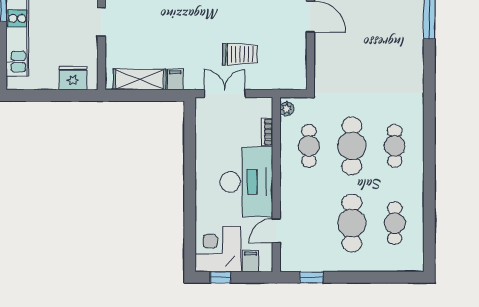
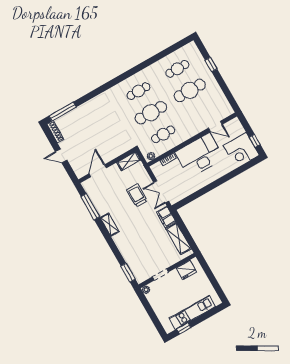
shelving: (298, 71) -> (129, 161), added
fridge: (73, 78) -> (186, 270), moved, turned -90
filing cabinet: (175, 80) -> (166, 217), width x2.00
filing cabinet: (250, 261) -> (238, 130), removed
window: (311, 277) -> (211, 65), moved

